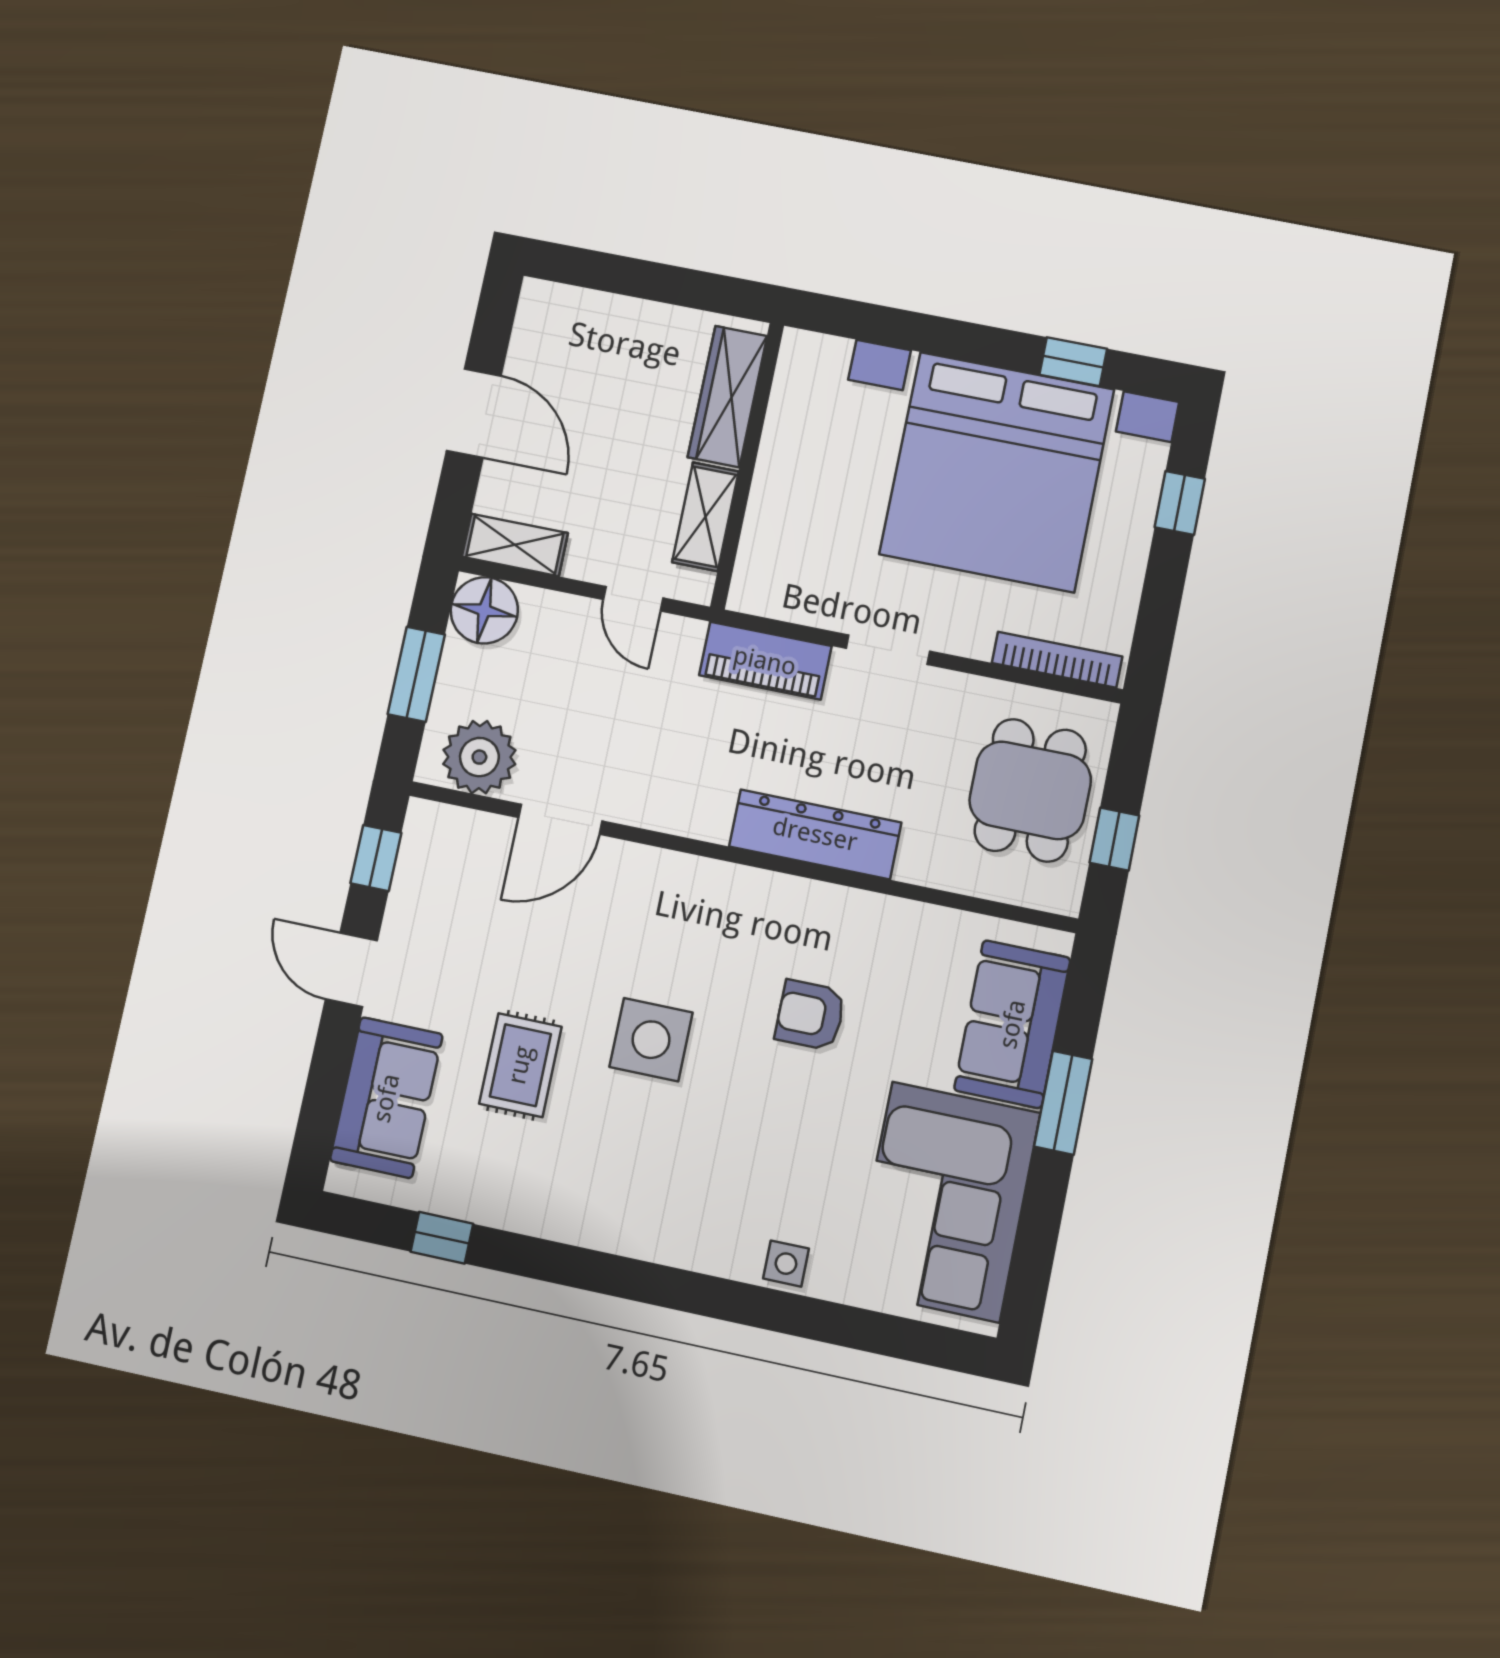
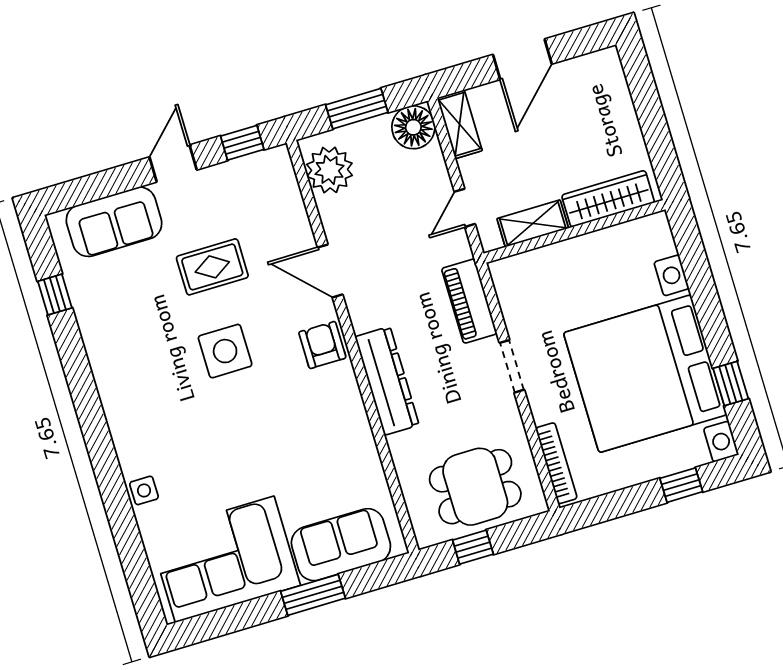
door: (560, 819) -> (330, 271), moved
armchair: (810, 1015) -> (322, 345), moved
rug: (520, 1065) -> (212, 267), moved

